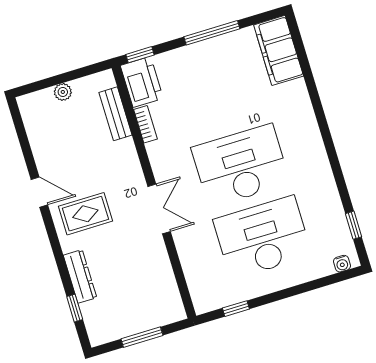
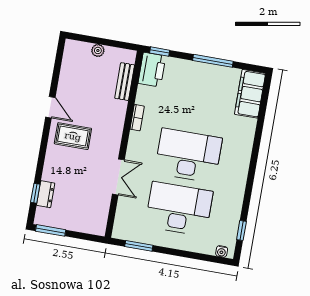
bookcase: (145, 124) -> (137, 118), moved
double door: (159, 209) -> (118, 177), moved
dresser: (80, 276) -> (46, 194), moved, width x0.70
window: (236, 309) -> (139, 246), width x1.50
window: (142, 337) -> (51, 230), moved

